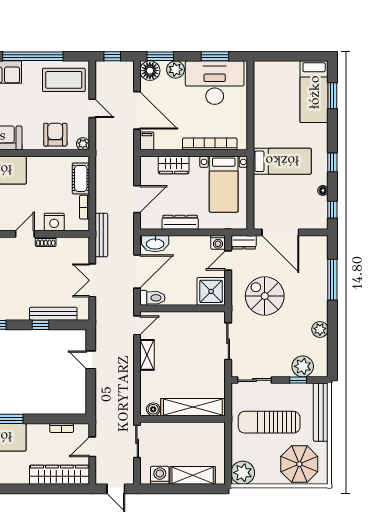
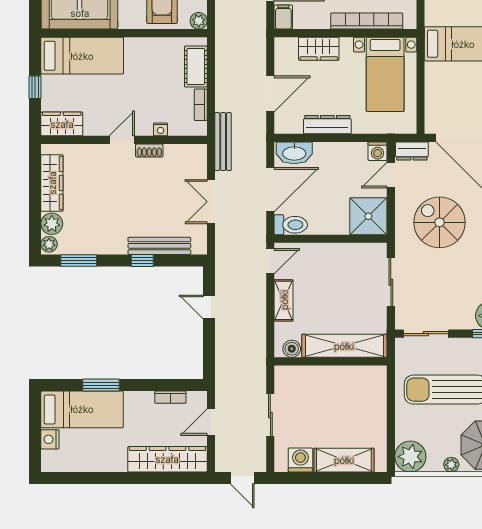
nightstand: (54, 222) -> (161, 129), width x0.53, depth x0.56
shelving: (193, 407) -> (344, 346), moved
boiler: (153, 409) -> (292, 349), moved
wall: (183, 419) -> (331, 361), moved
plant: (274, 479) -> (451, 465), added

